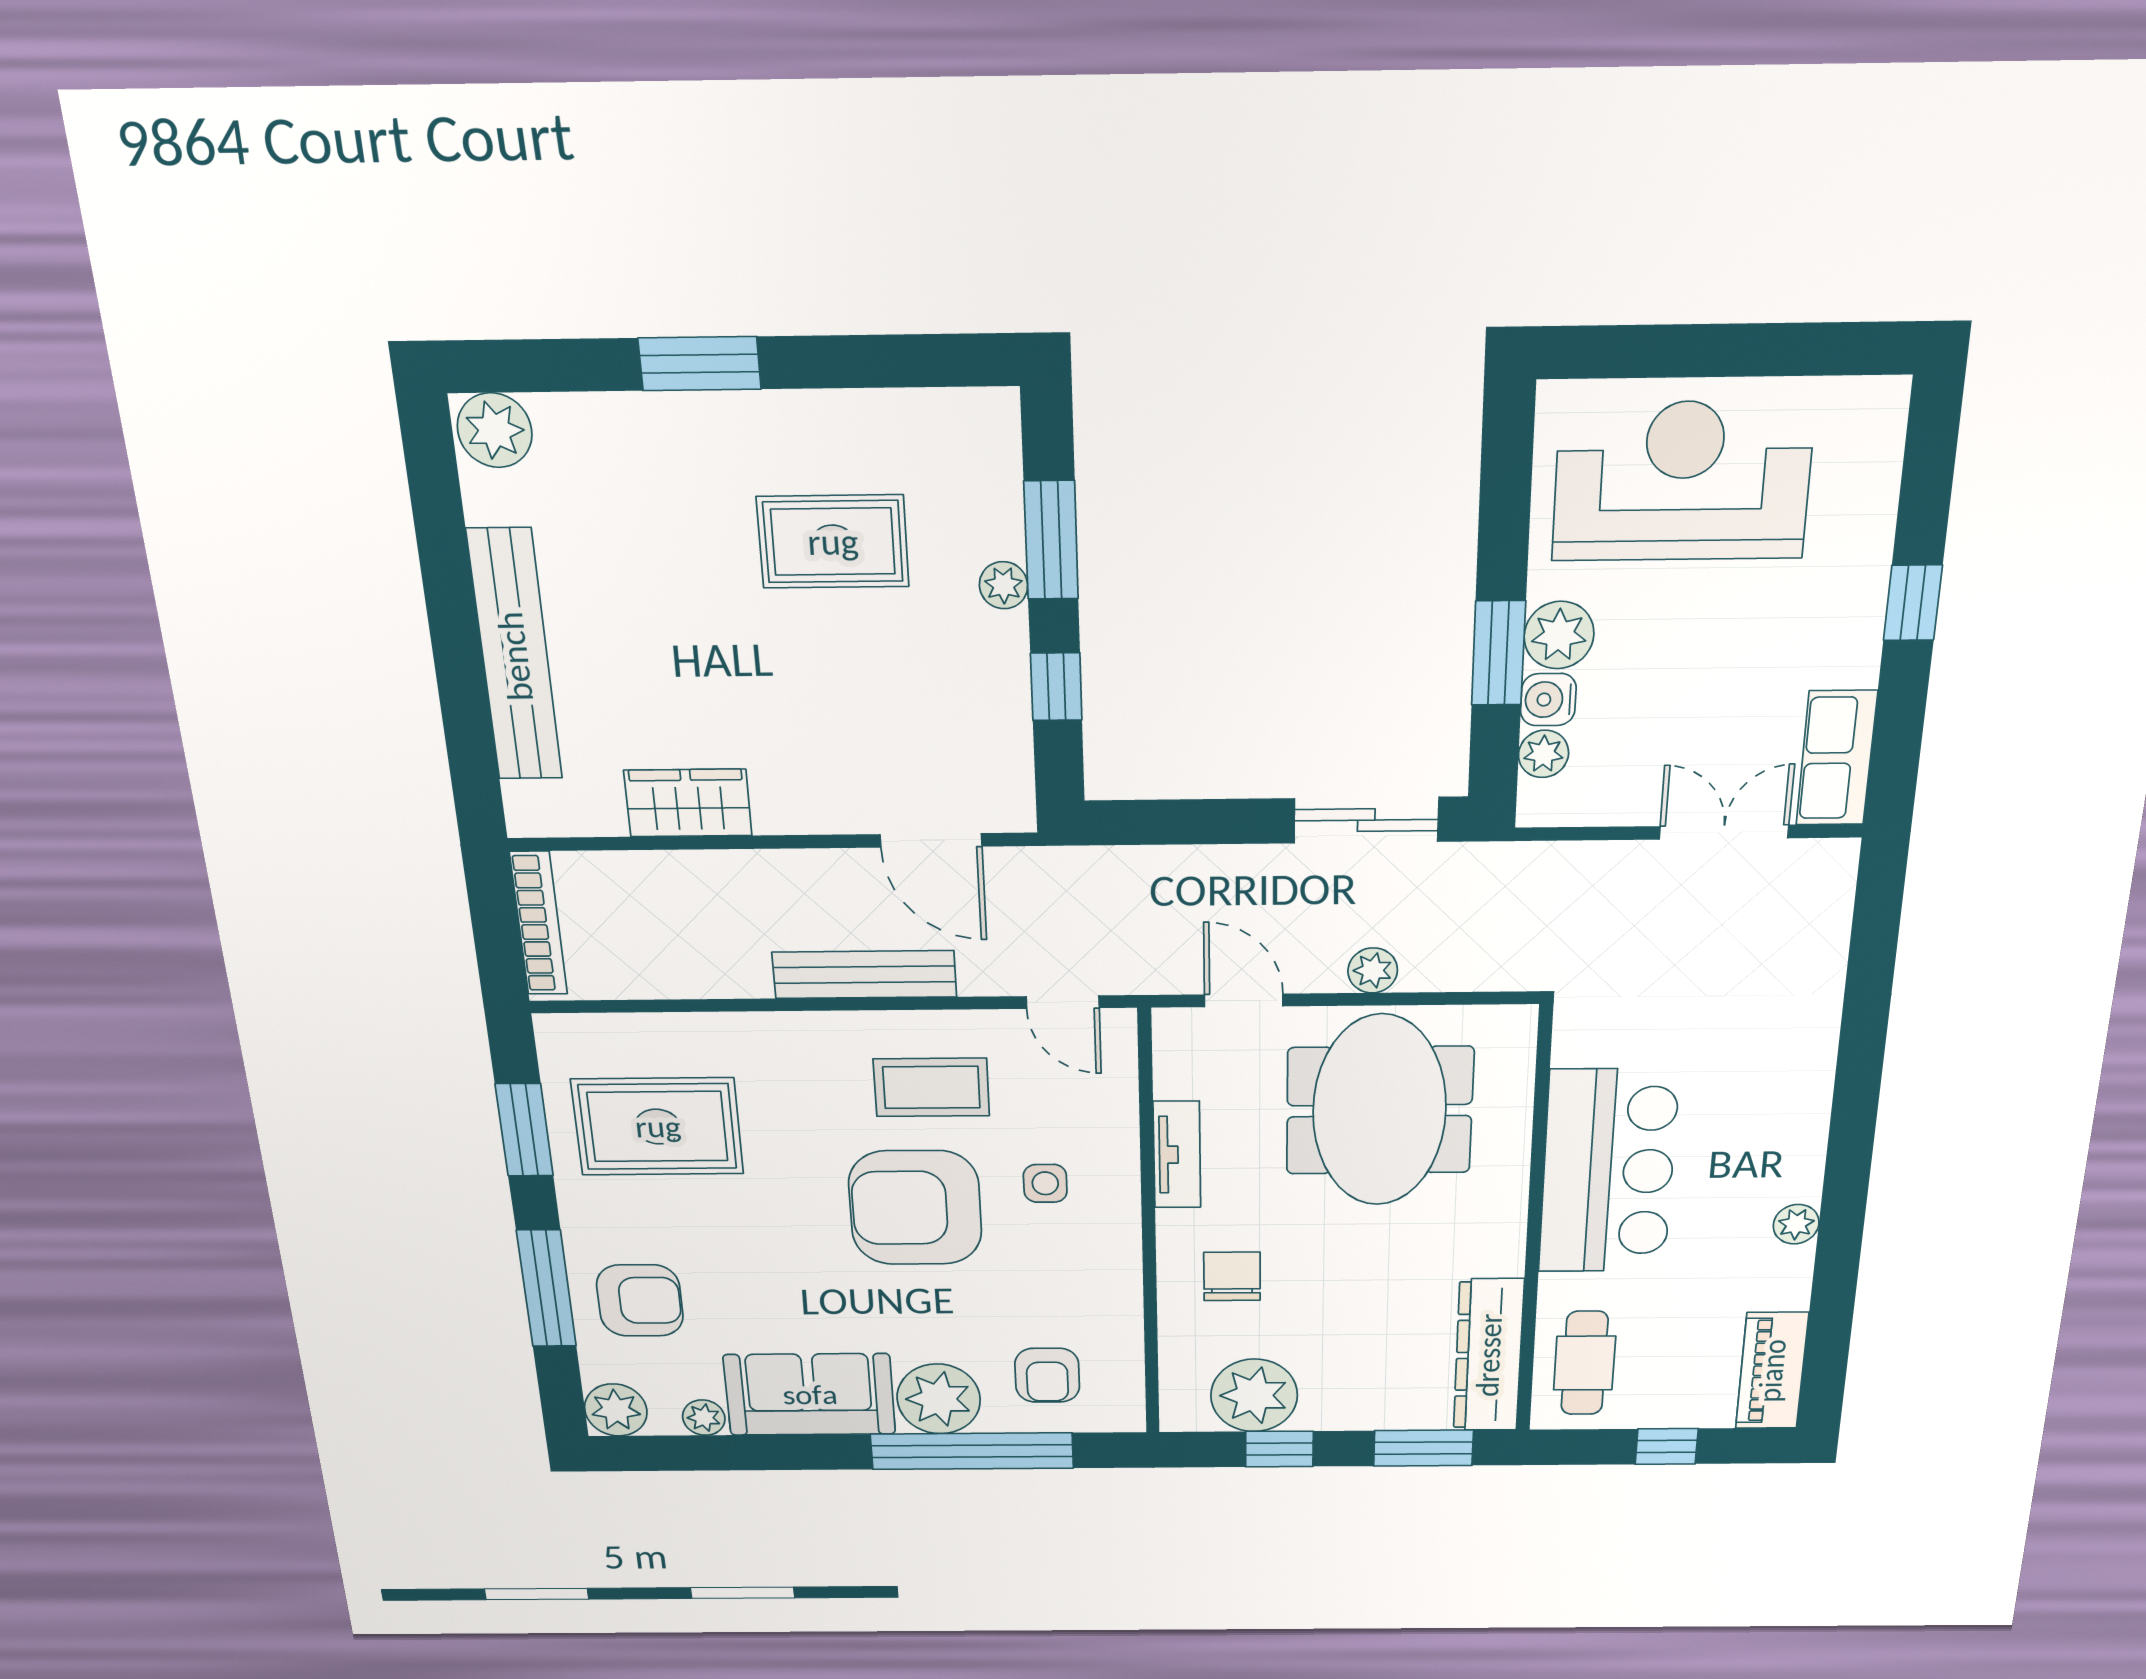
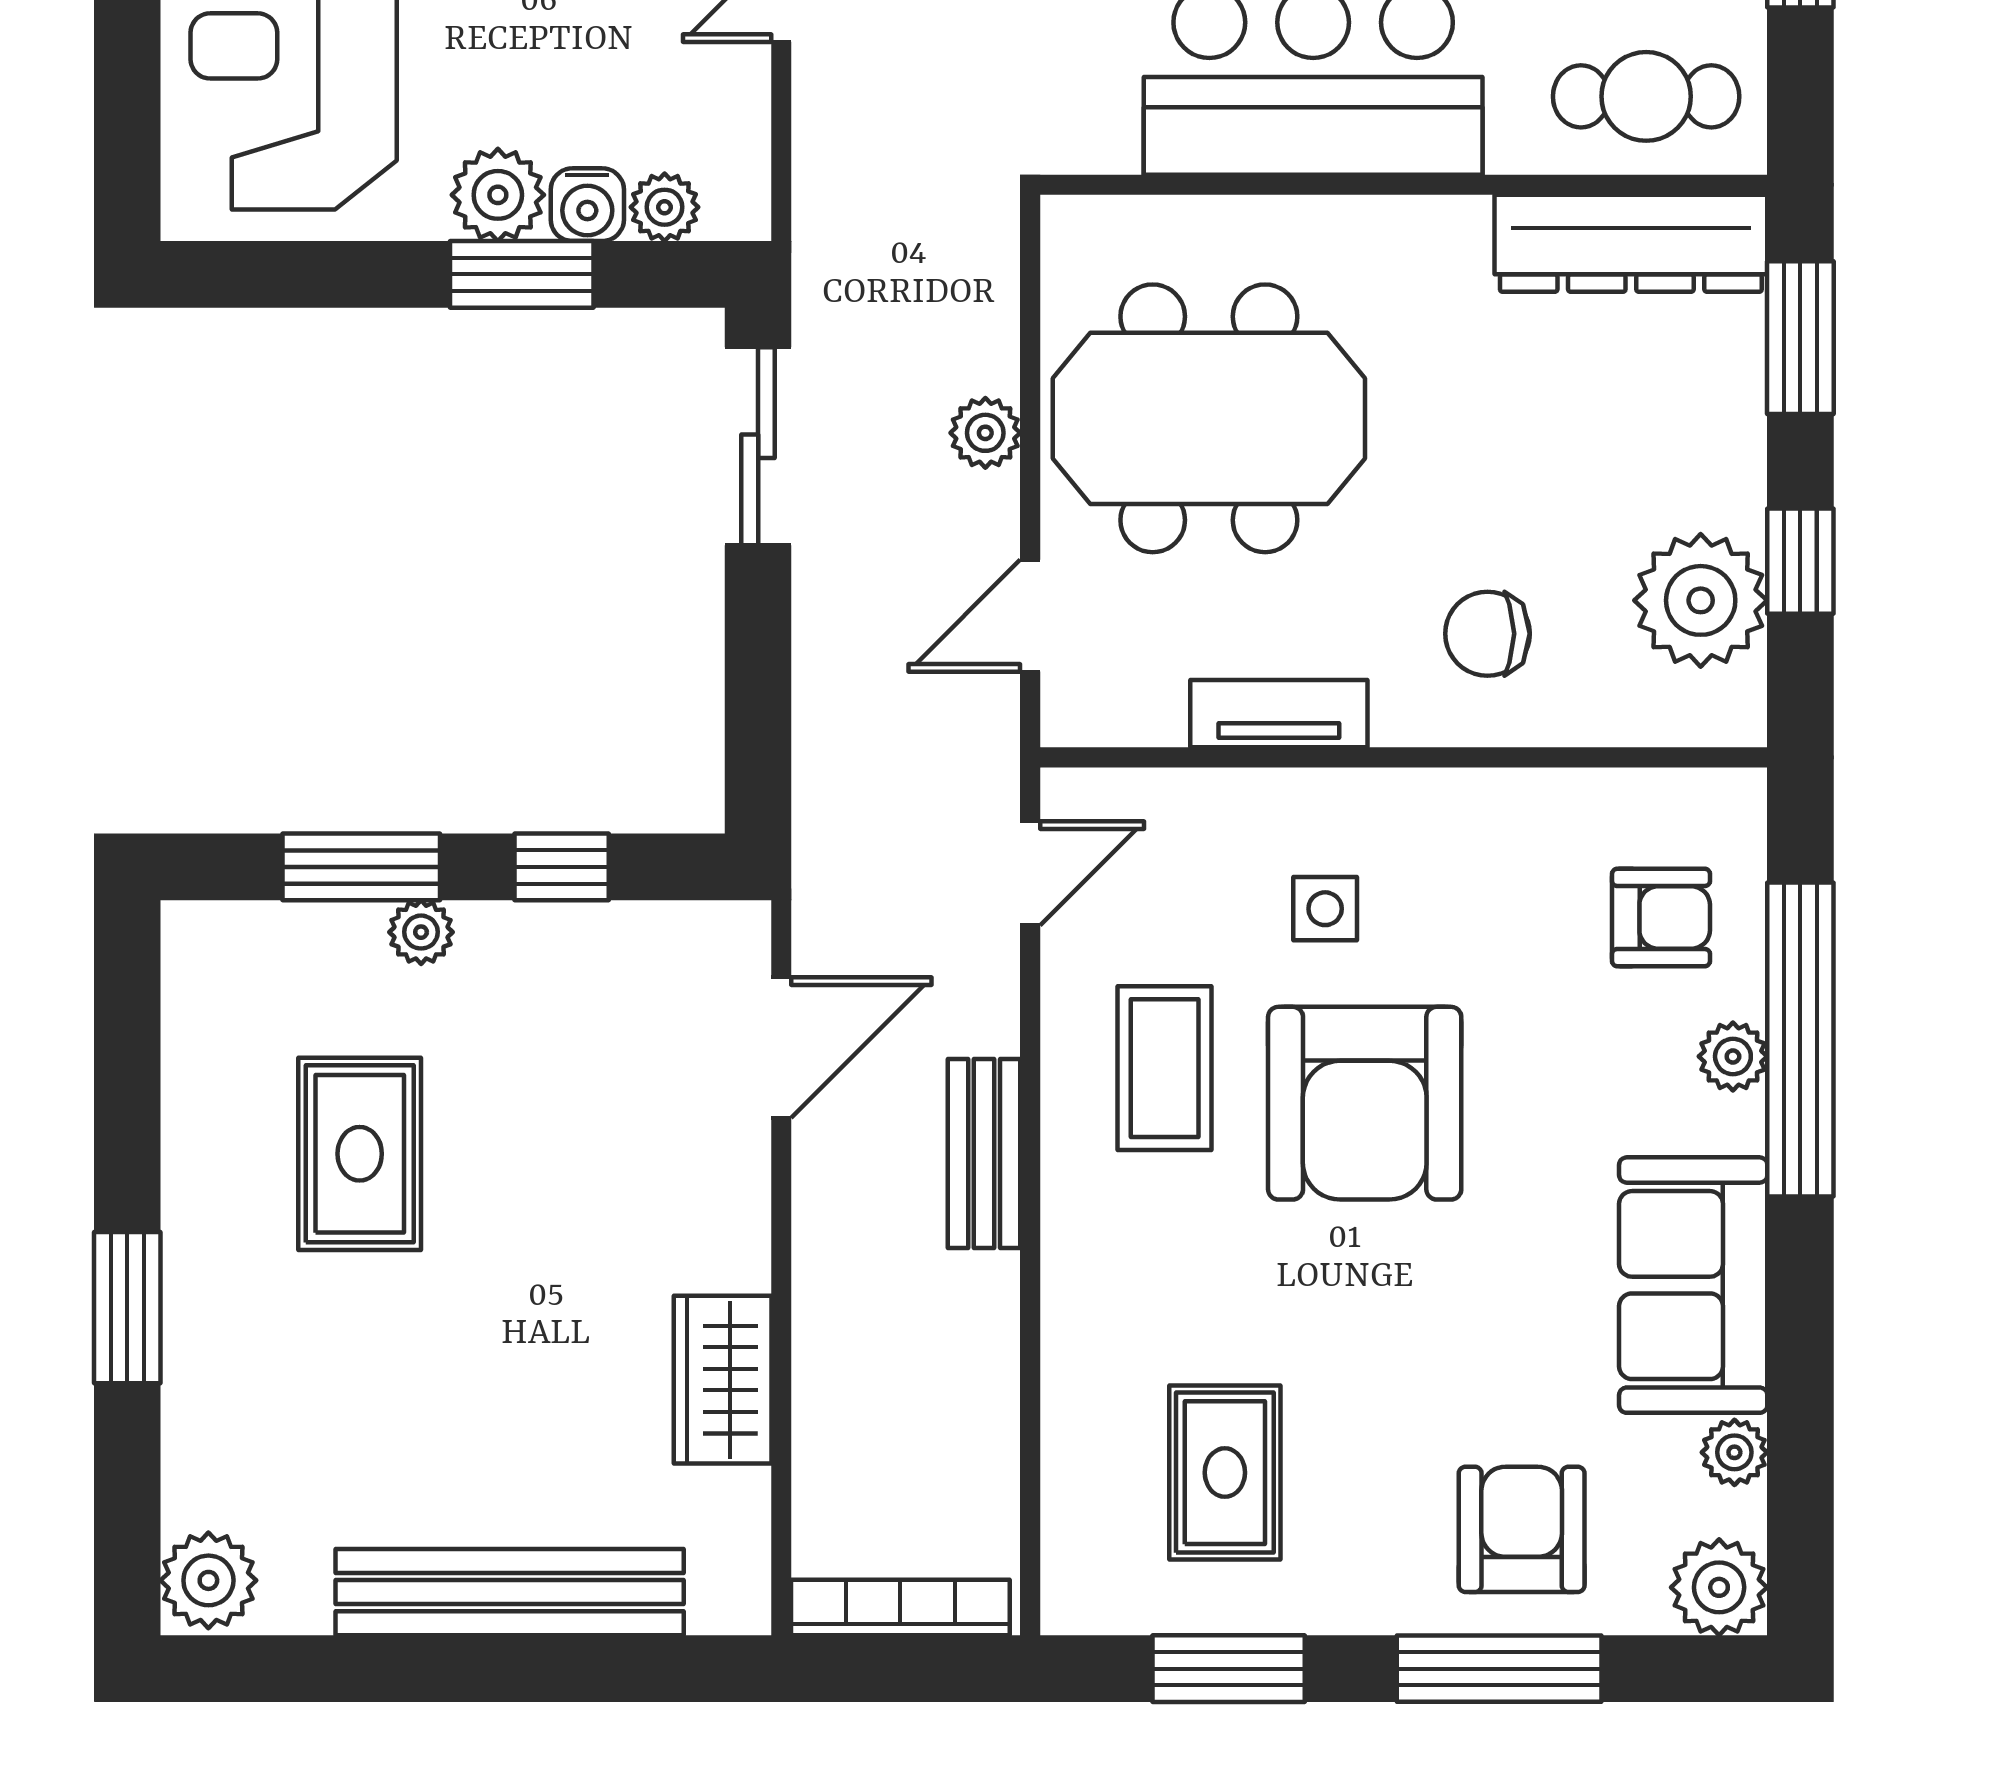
bench: (864, 975) -> (984, 1154), width x0.73
rug: (658, 1127) -> (1225, 1473), width x0.73, depth x0.70
plant: (939, 1399) -> (1733, 1056), width x0.53, depth x0.53

